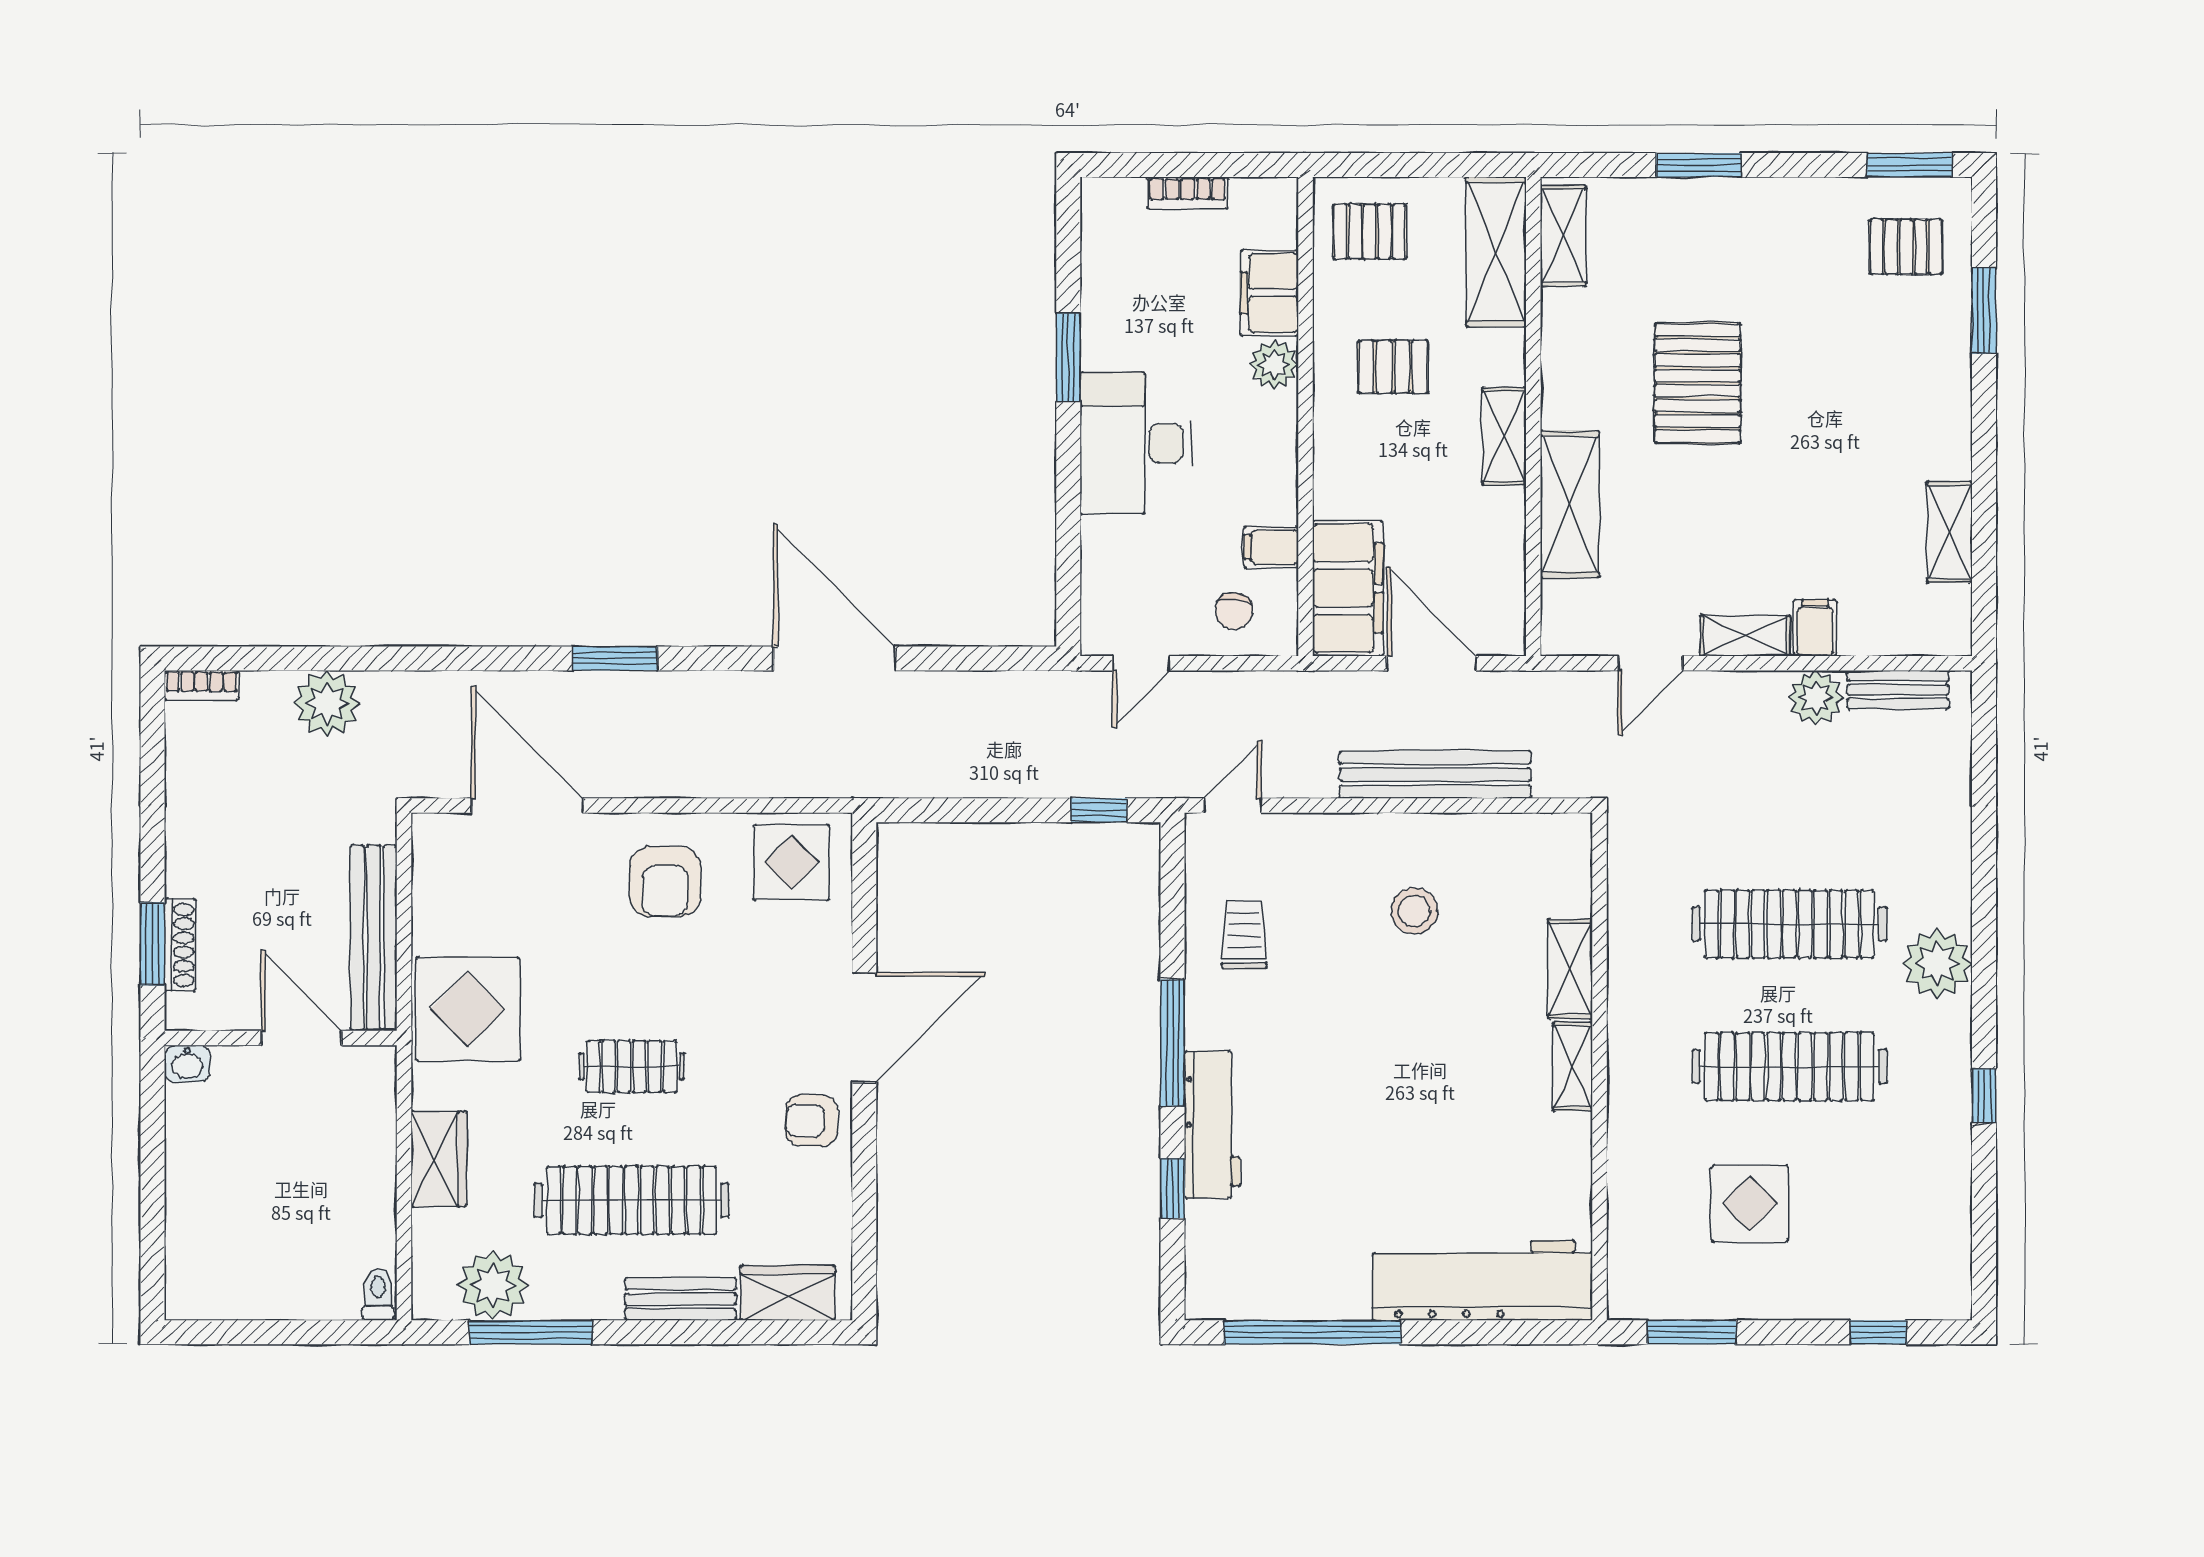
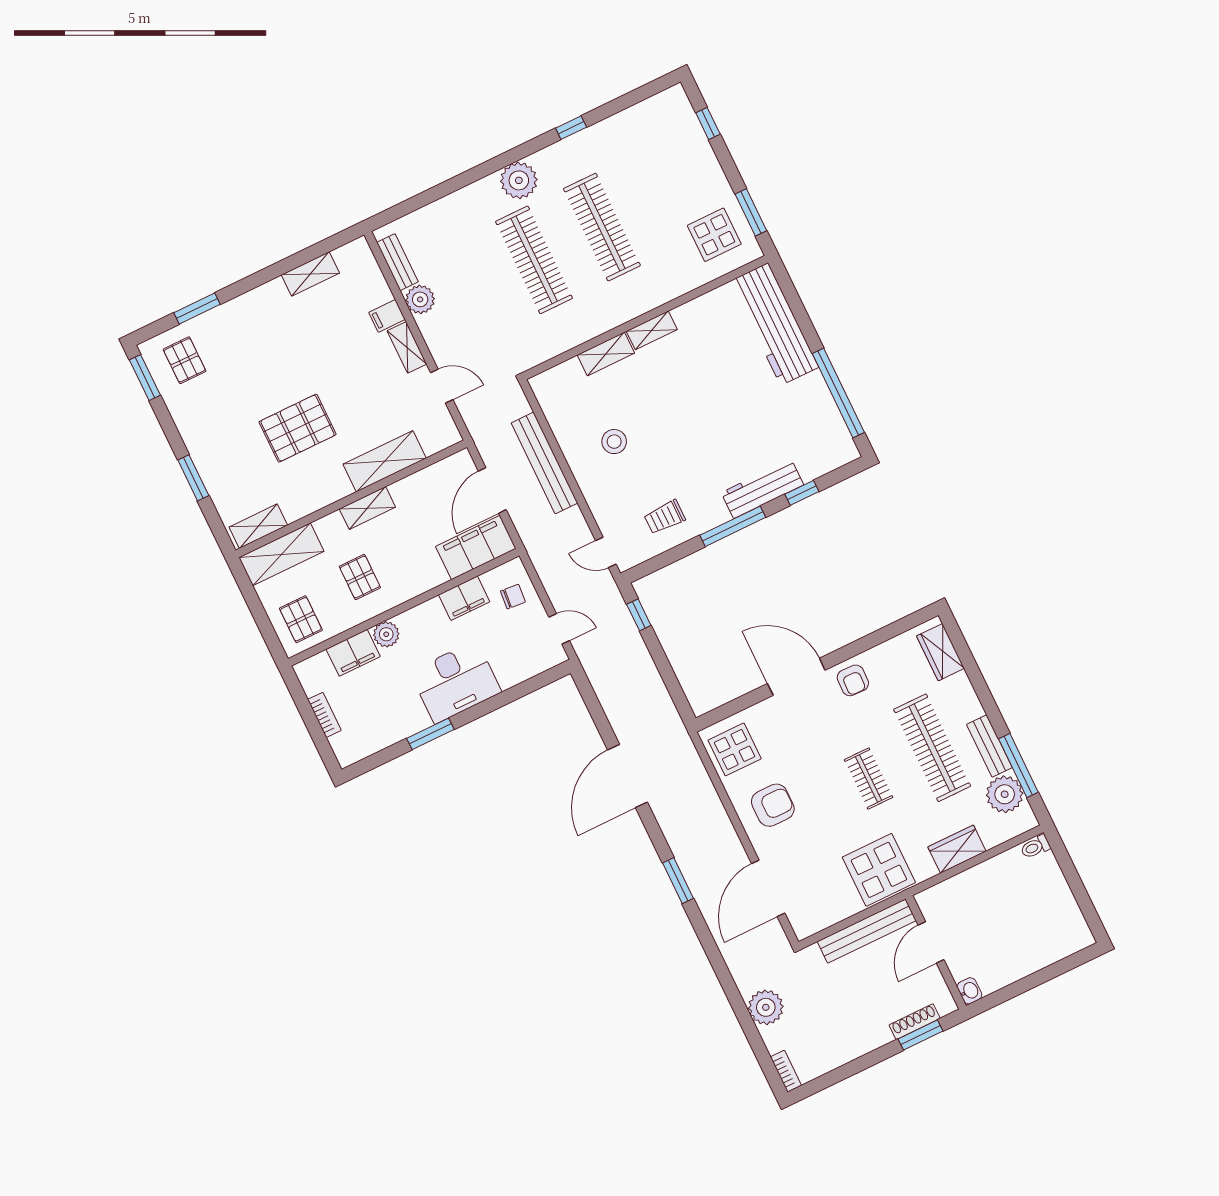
filing cabinet: (1271, 547) -> (464, 598), width x2.00
display table: (1750, 1203) -> (714, 235), moved
bench: (681, 1299) -> (989, 746), moved

